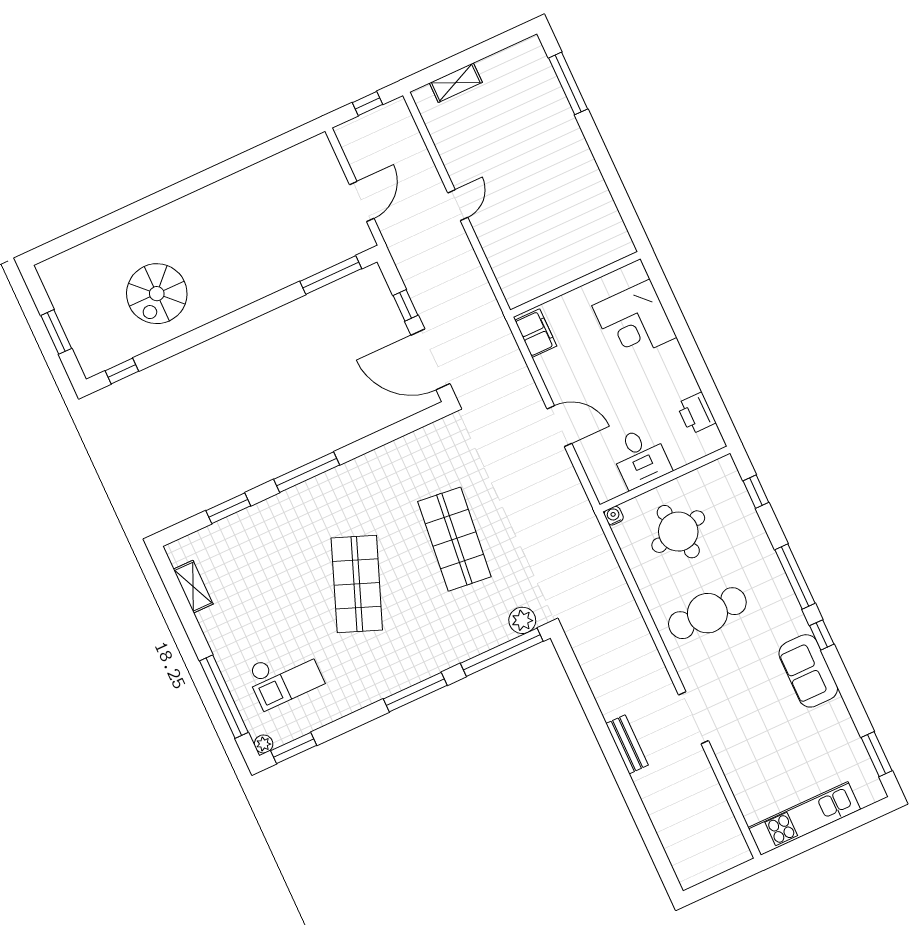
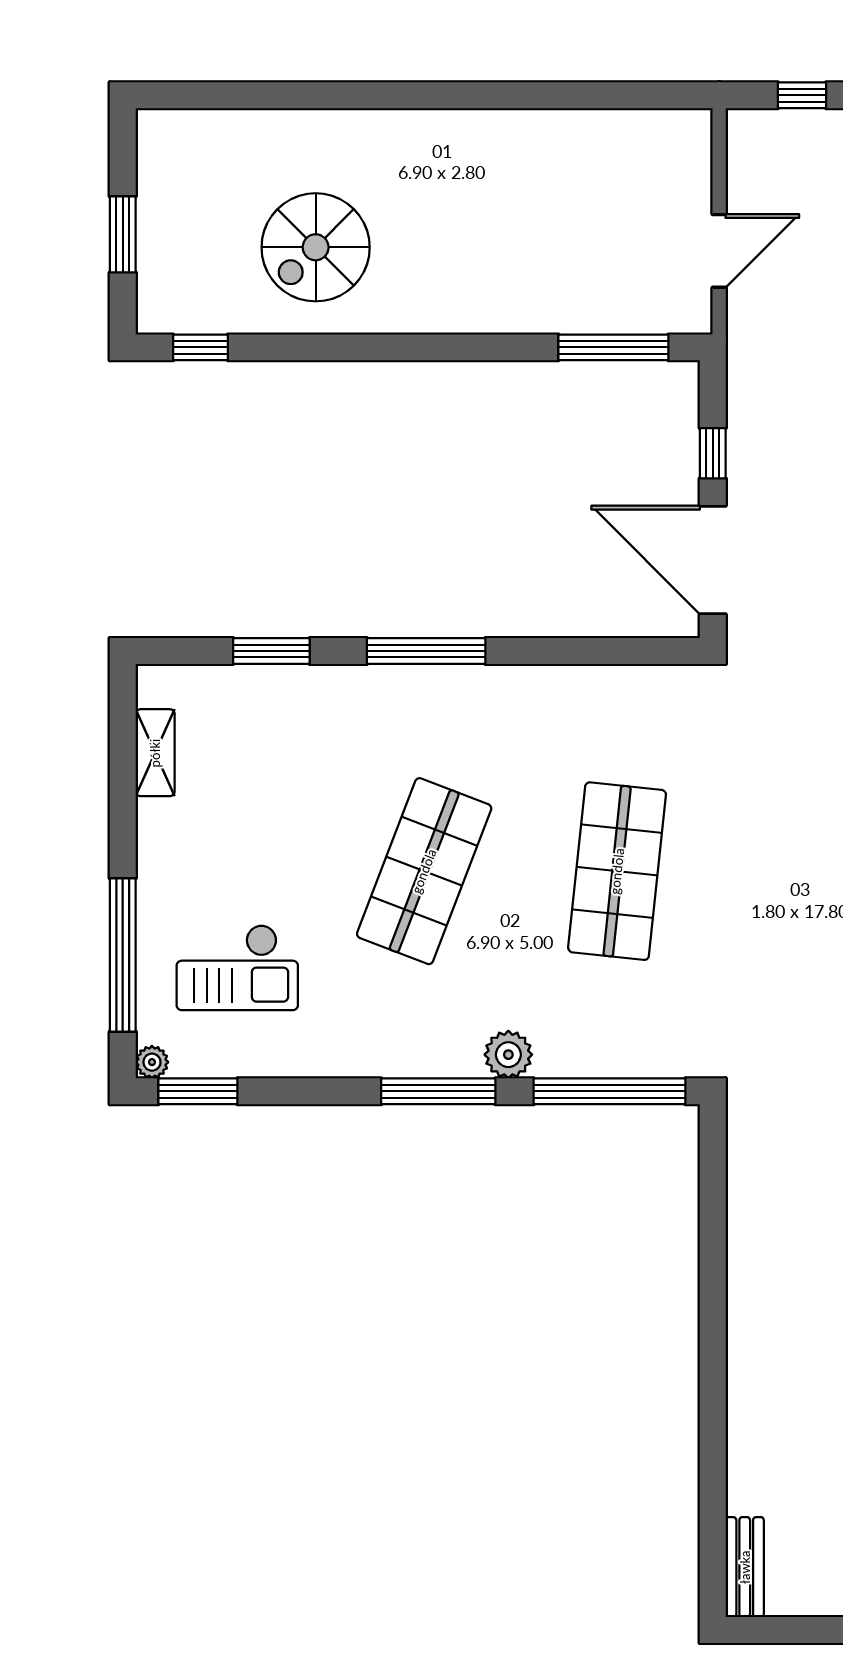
plant: (522, 620) -> (508, 1055), moved
bench: (627, 744) -> (745, 1567), moved

